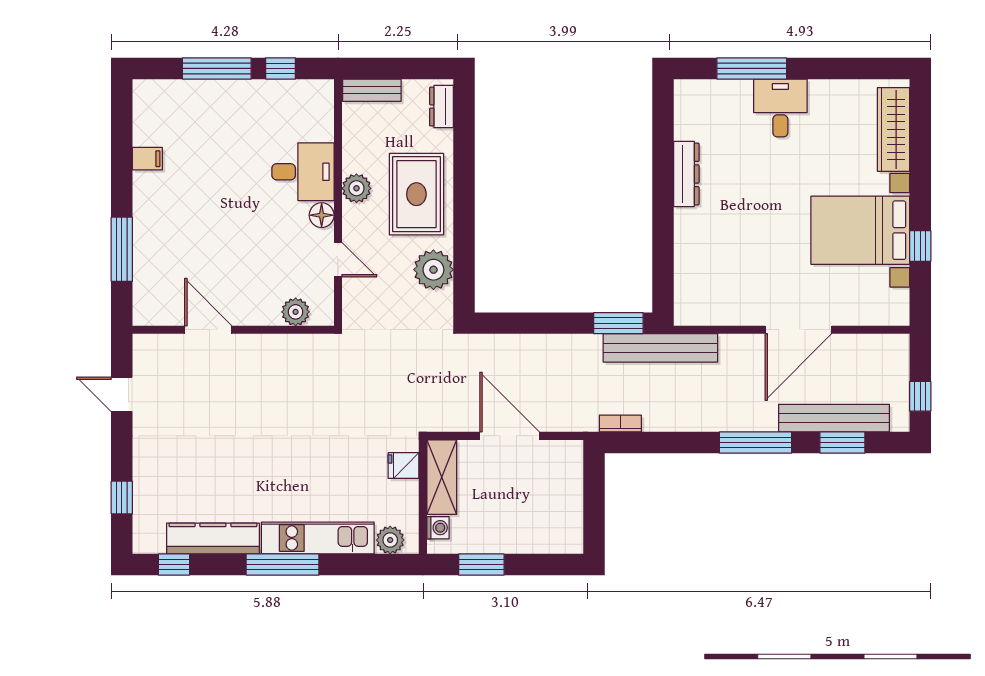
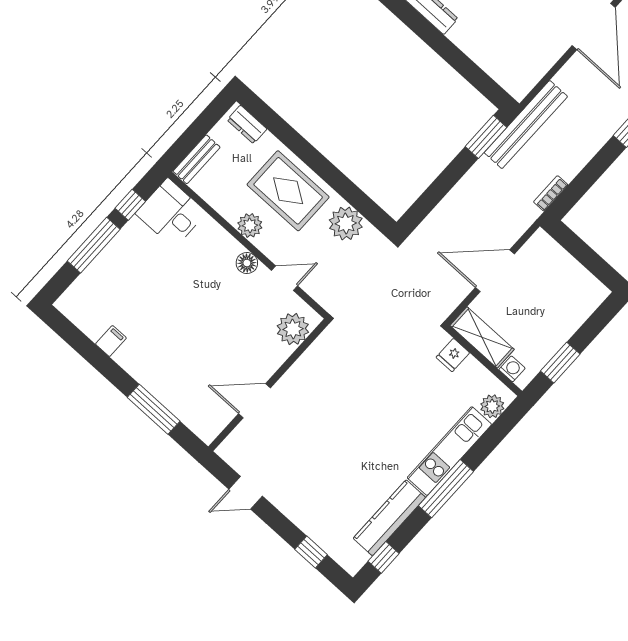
desk: (303, 172) -> (171, 213), moved, turned -90
plant: (296, 312) -> (293, 329), width x1.36, depth x1.36

